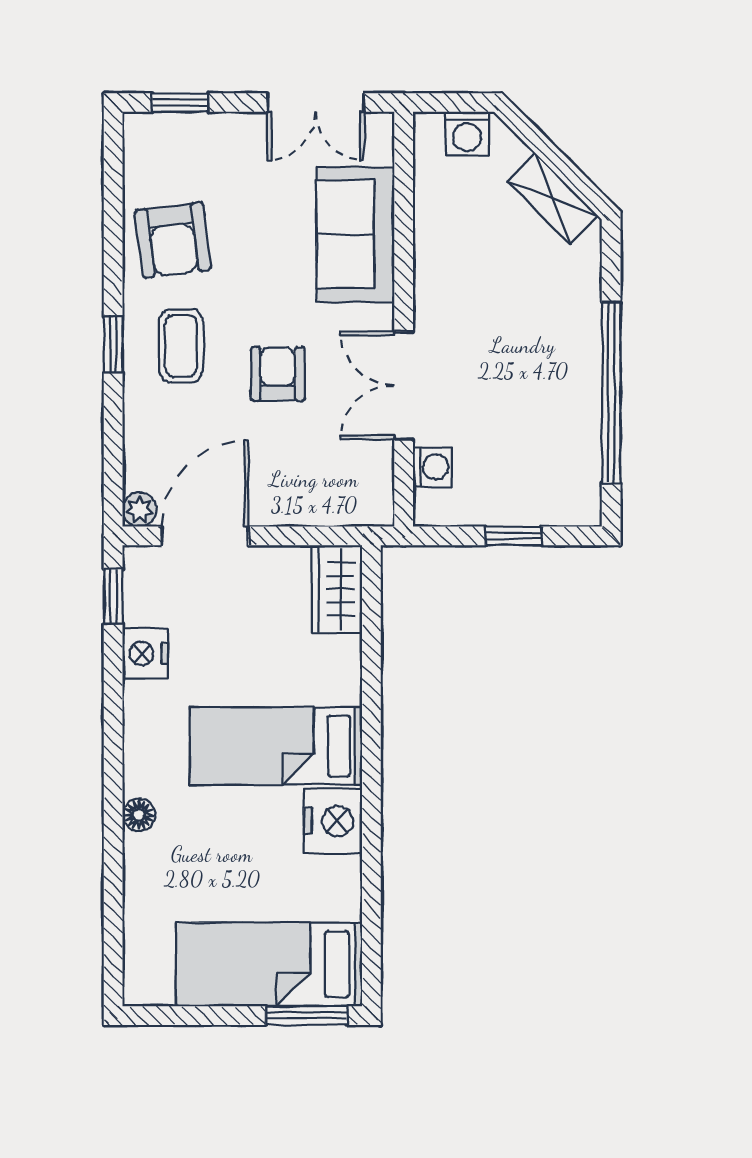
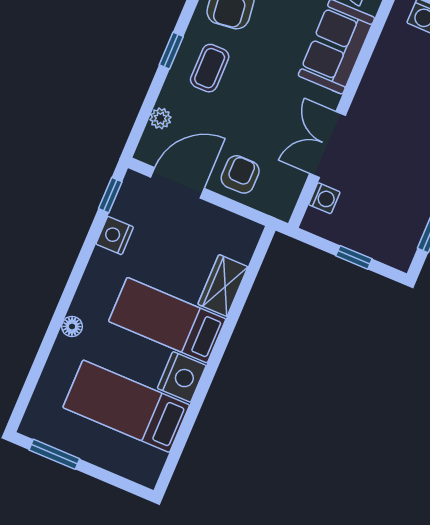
armchair: (278, 374) -> (240, 174), moved
plant: (140, 510) -> (160, 118), moved
wardrobe: (337, 589) -> (223, 285), moved
bed: (269, 964) -> (126, 406), moved
window: (307, 1016) -> (54, 454), moved

